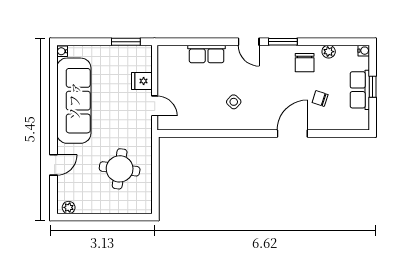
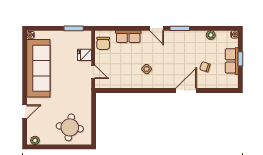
chair: (305, 63) -> (103, 43), moved
round table: (120, 169) -> (70, 127), moved

